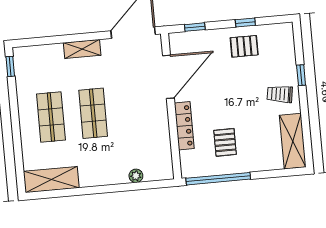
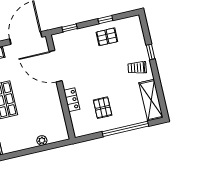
door: (168, 77) -> (56, 66), swing flipped
locker: (184, 126) -> (72, 100), width x0.66
window: (218, 179) -> (125, 129), moved

